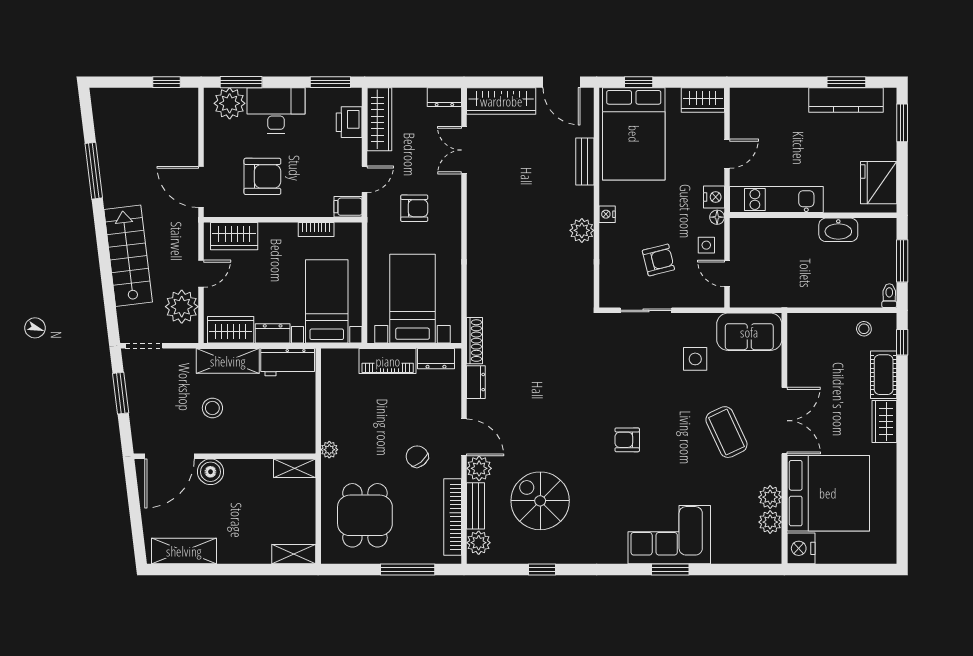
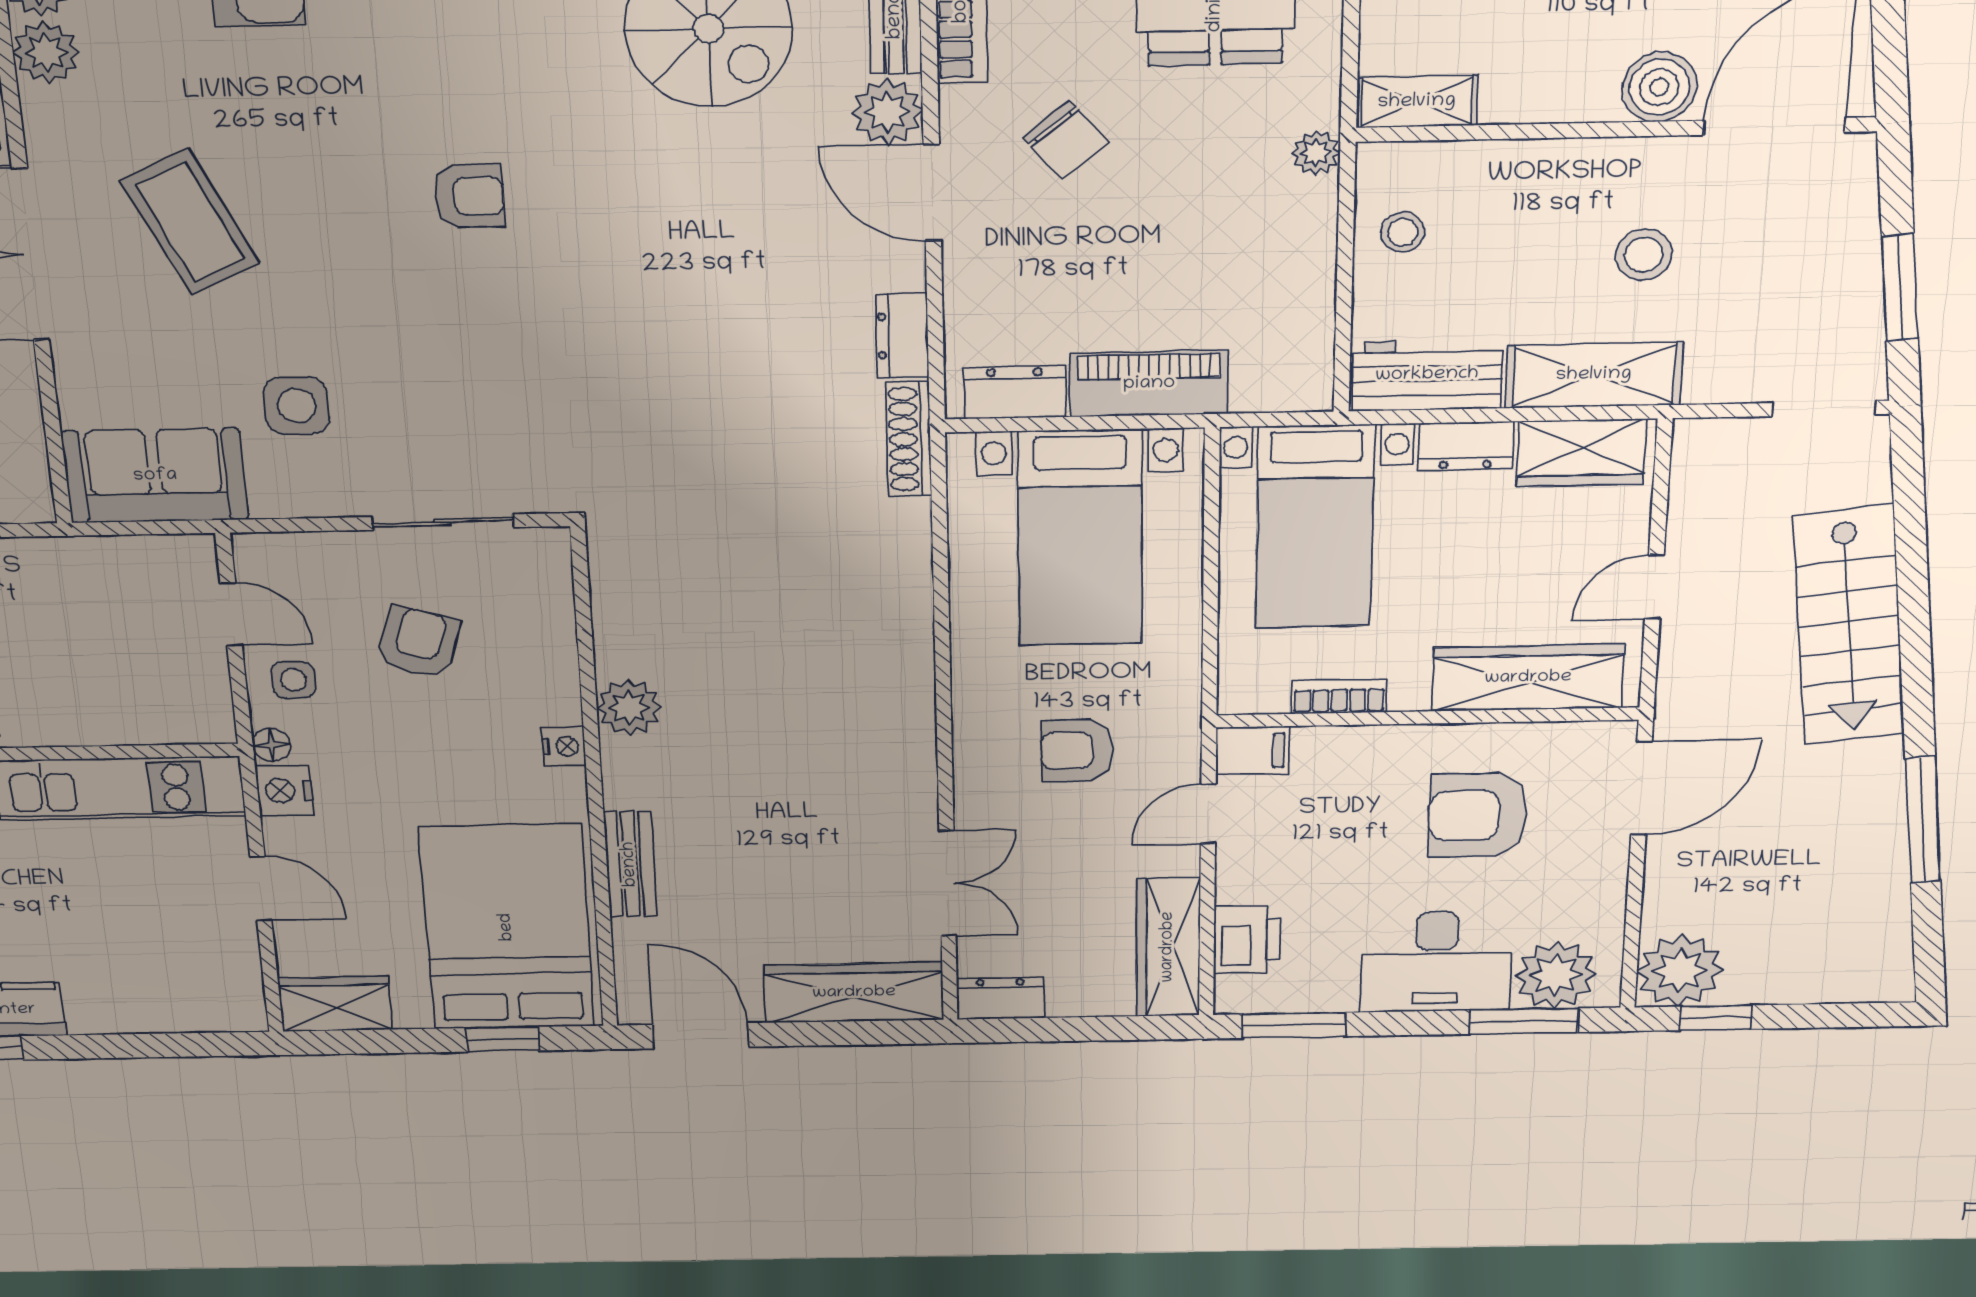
door: (727, 154) -> (261, 888), swing flipped
door: (201, 187) -> (1641, 788), hinge flipped
wardrobe: (234, 236) -> (1528, 678), width x1.50
armchair: (658, 260) -> (419, 643), turned 121
plant: (182, 307) -> (1680, 971), moved
stool: (298, 419) -> (1403, 232), added

